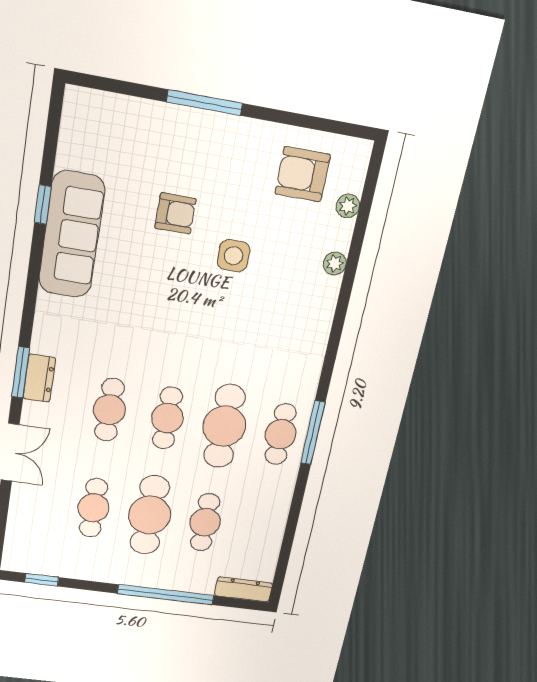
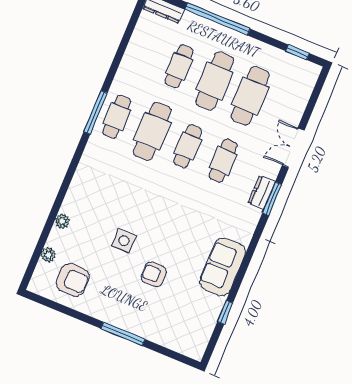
window: (43, 205) -> (225, 312), moved
sofa: (72, 235) -> (223, 267), width x0.73
cafe table: (93, 508) -> (250, 96), width x1.37, depth x1.35

